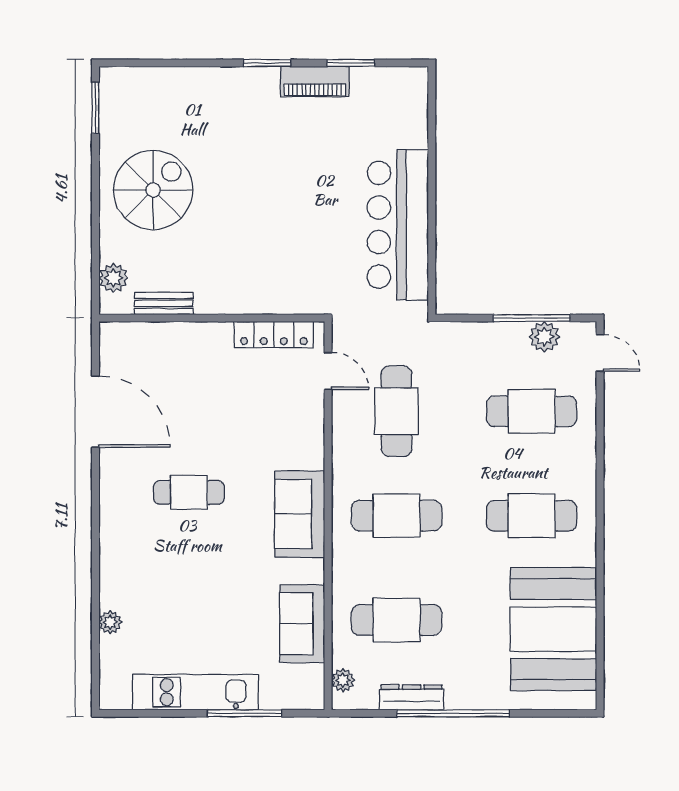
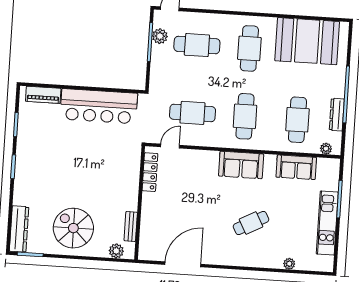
piano: (315, 82) -> (43, 95), moved, turned 90
dresser: (144, 83) -> (19, 229), added
cafe table: (532, 411) -> (197, 45), turned 90
cafe table: (189, 492) -> (251, 223), moved, turned 62

